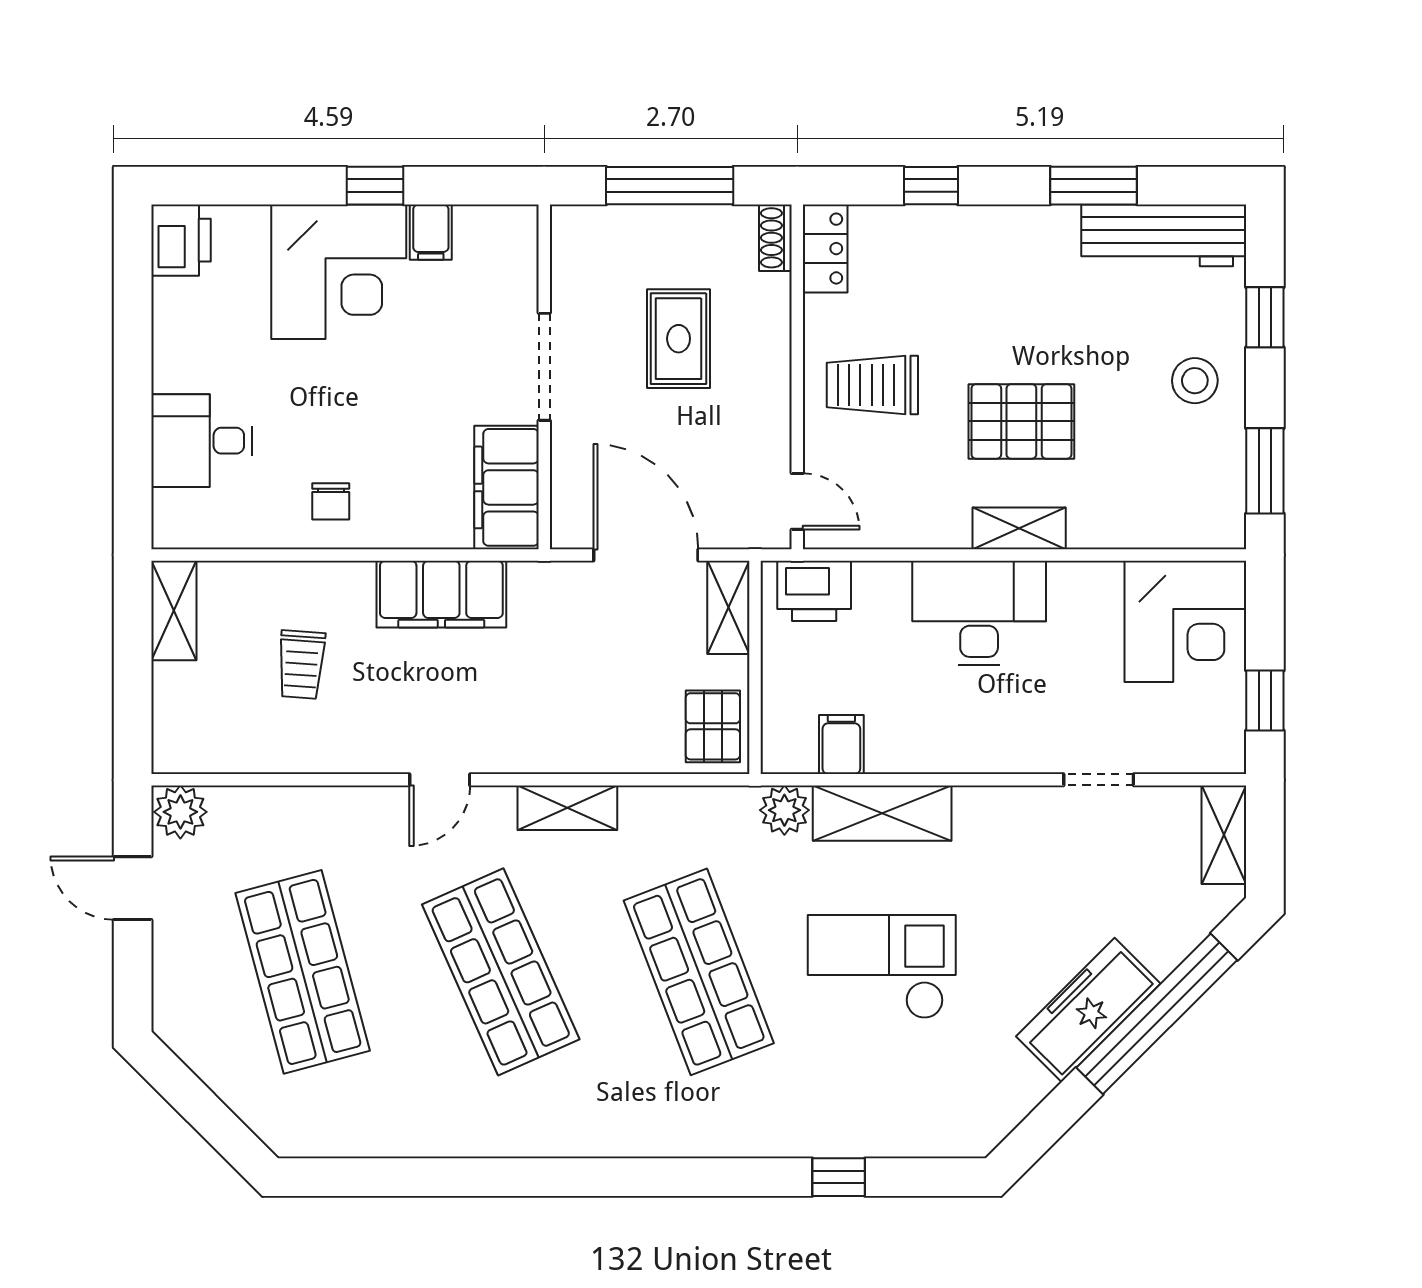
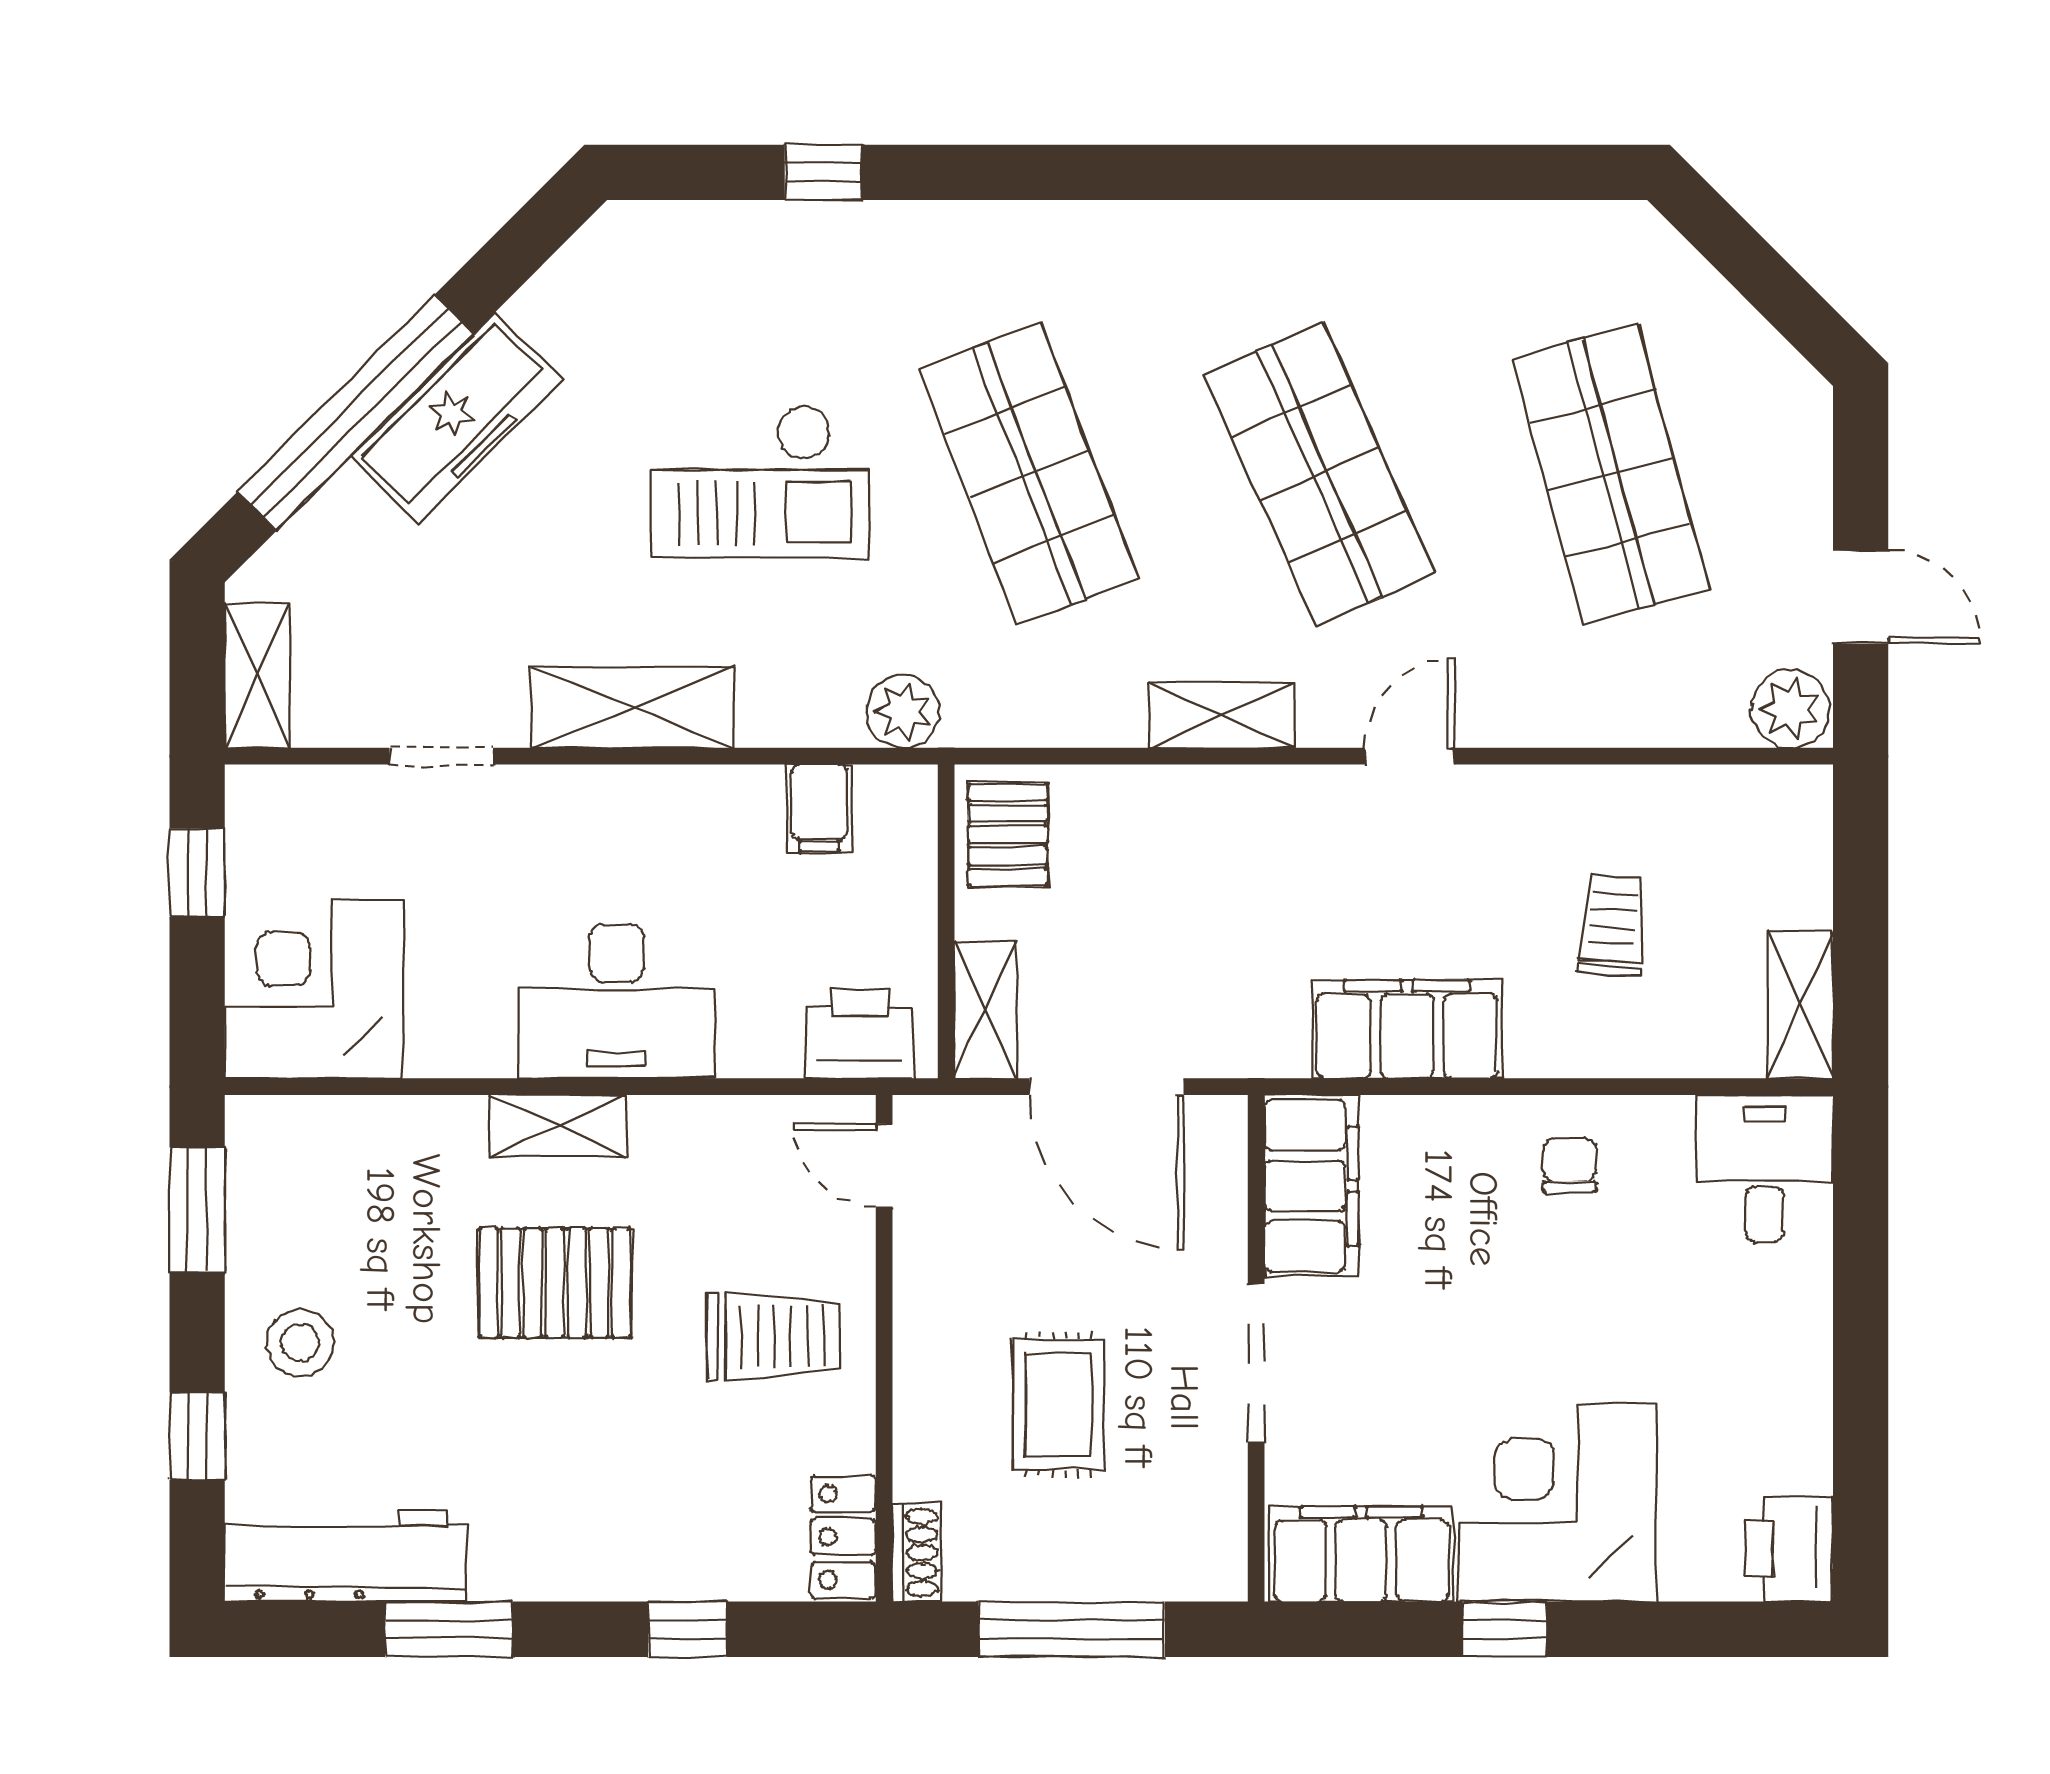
filing cabinet: (431, 232) -> (1361, 1554), width x3.00, depth x1.17
desk: (202, 441) -> (1765, 1169), moved, turned -90
shelving: (882, 813) -> (633, 707), moved

